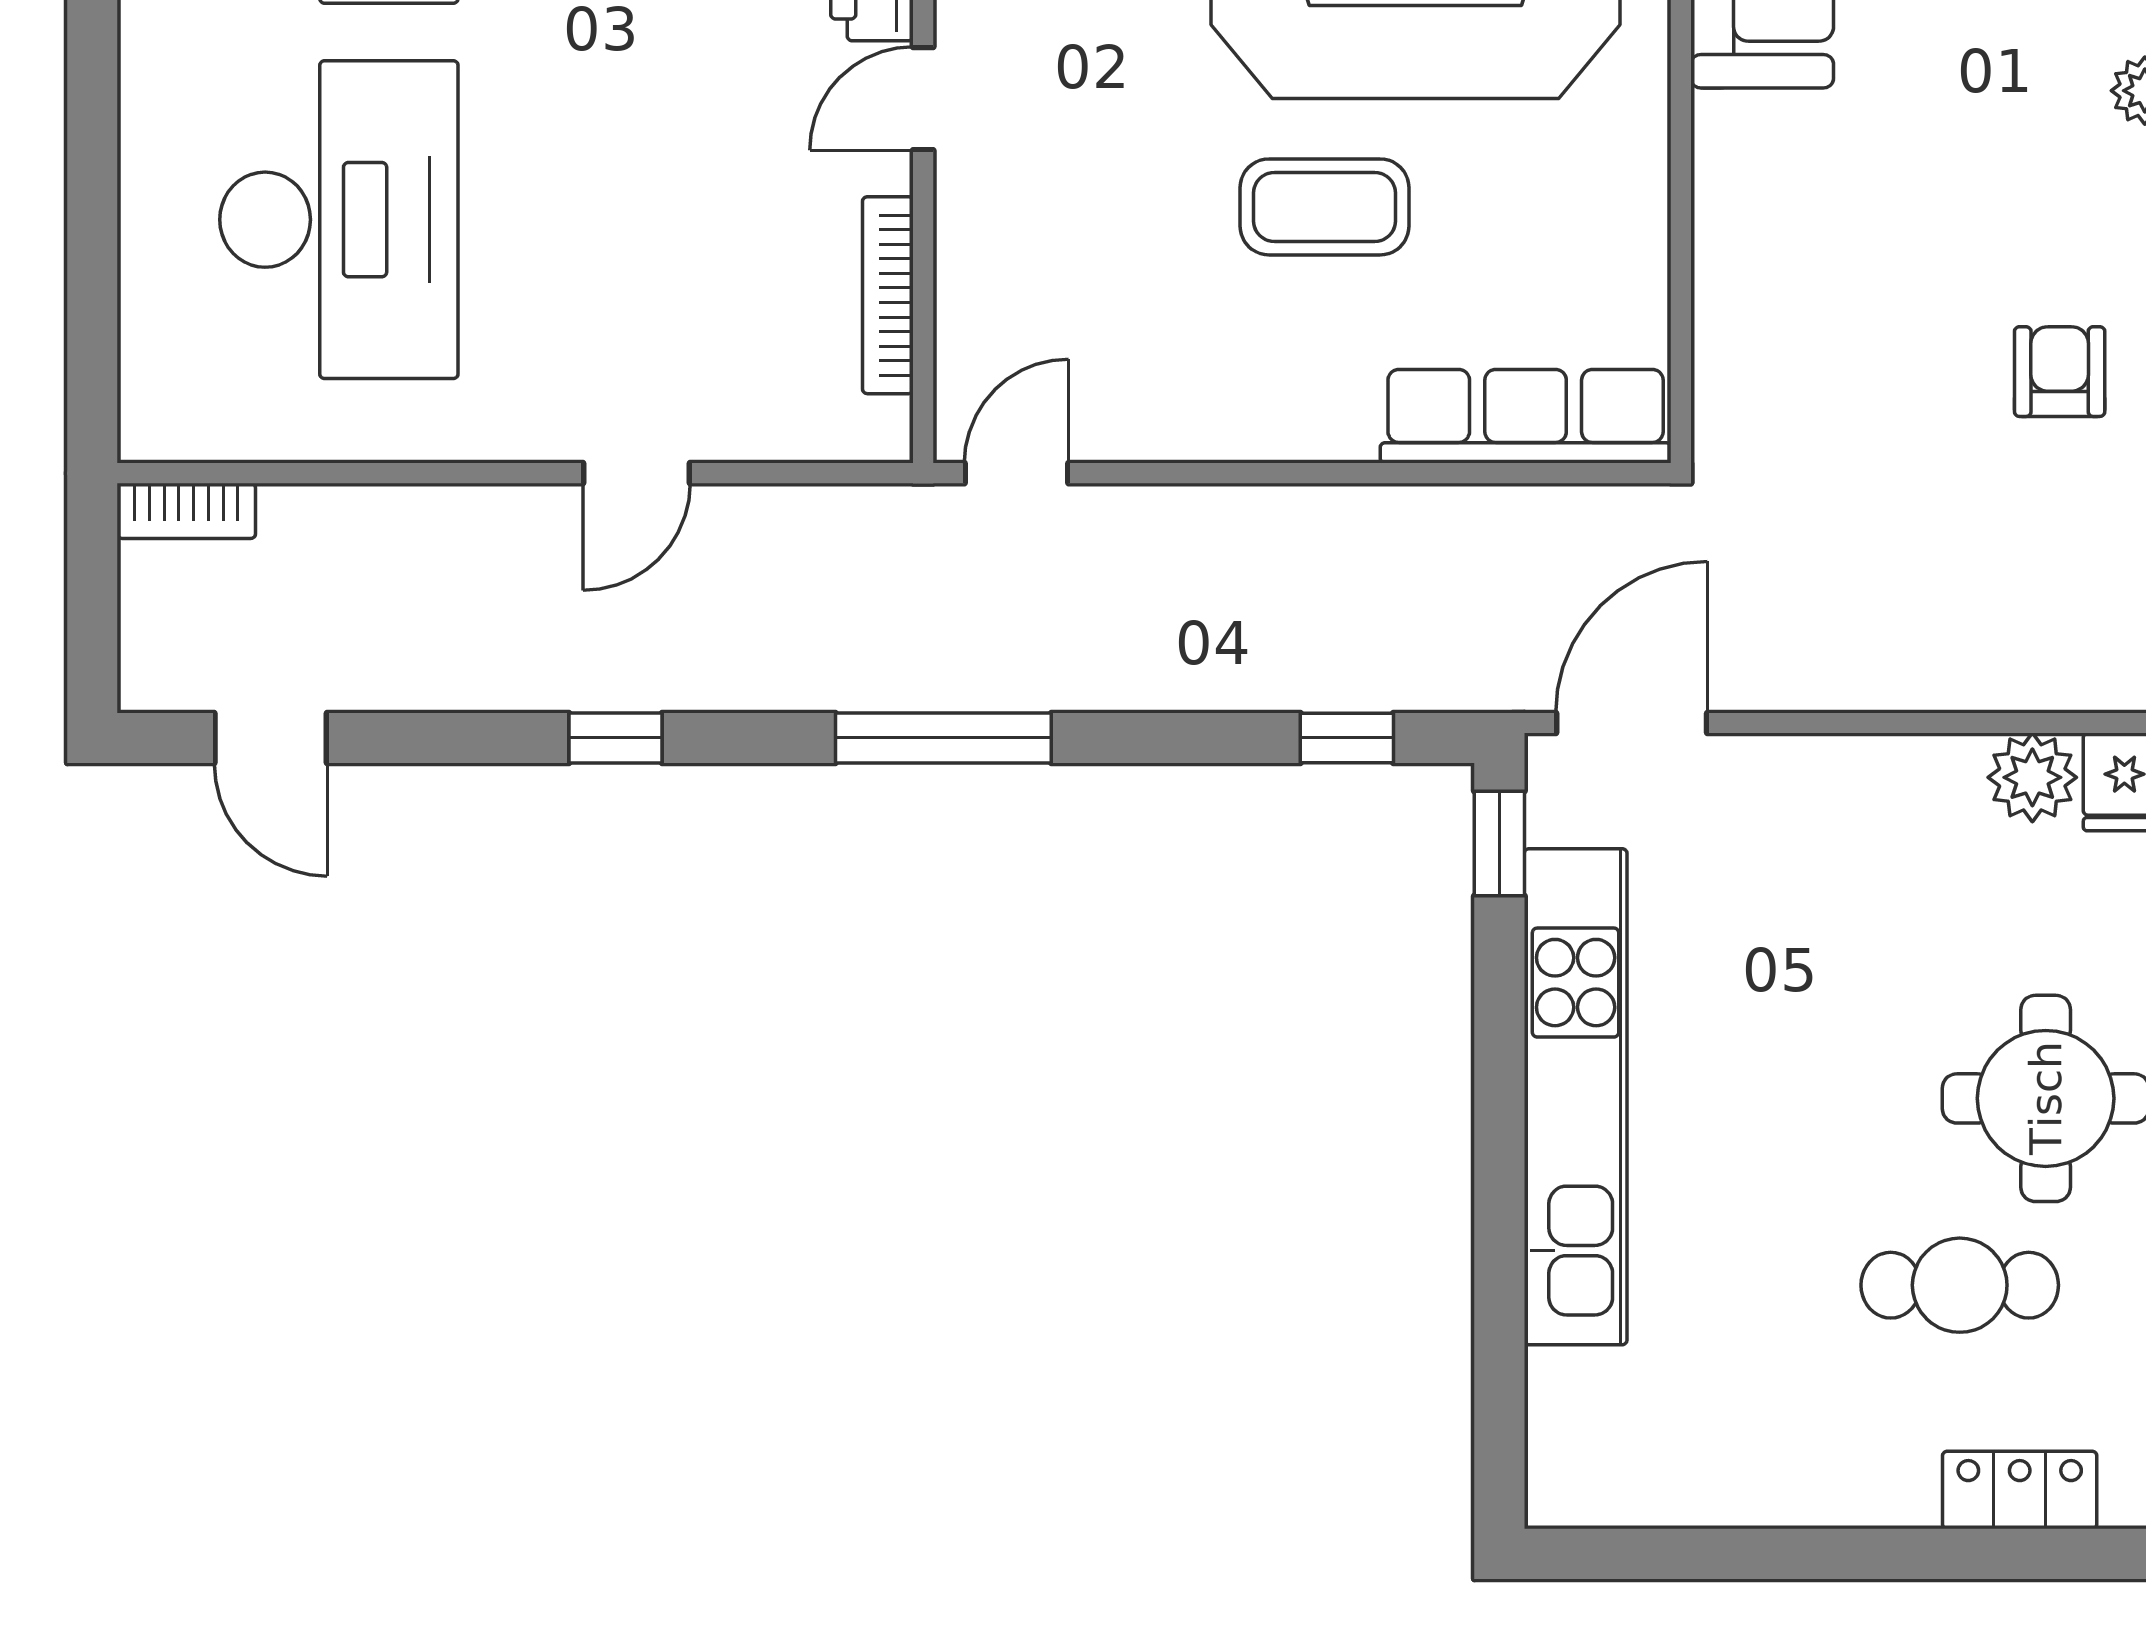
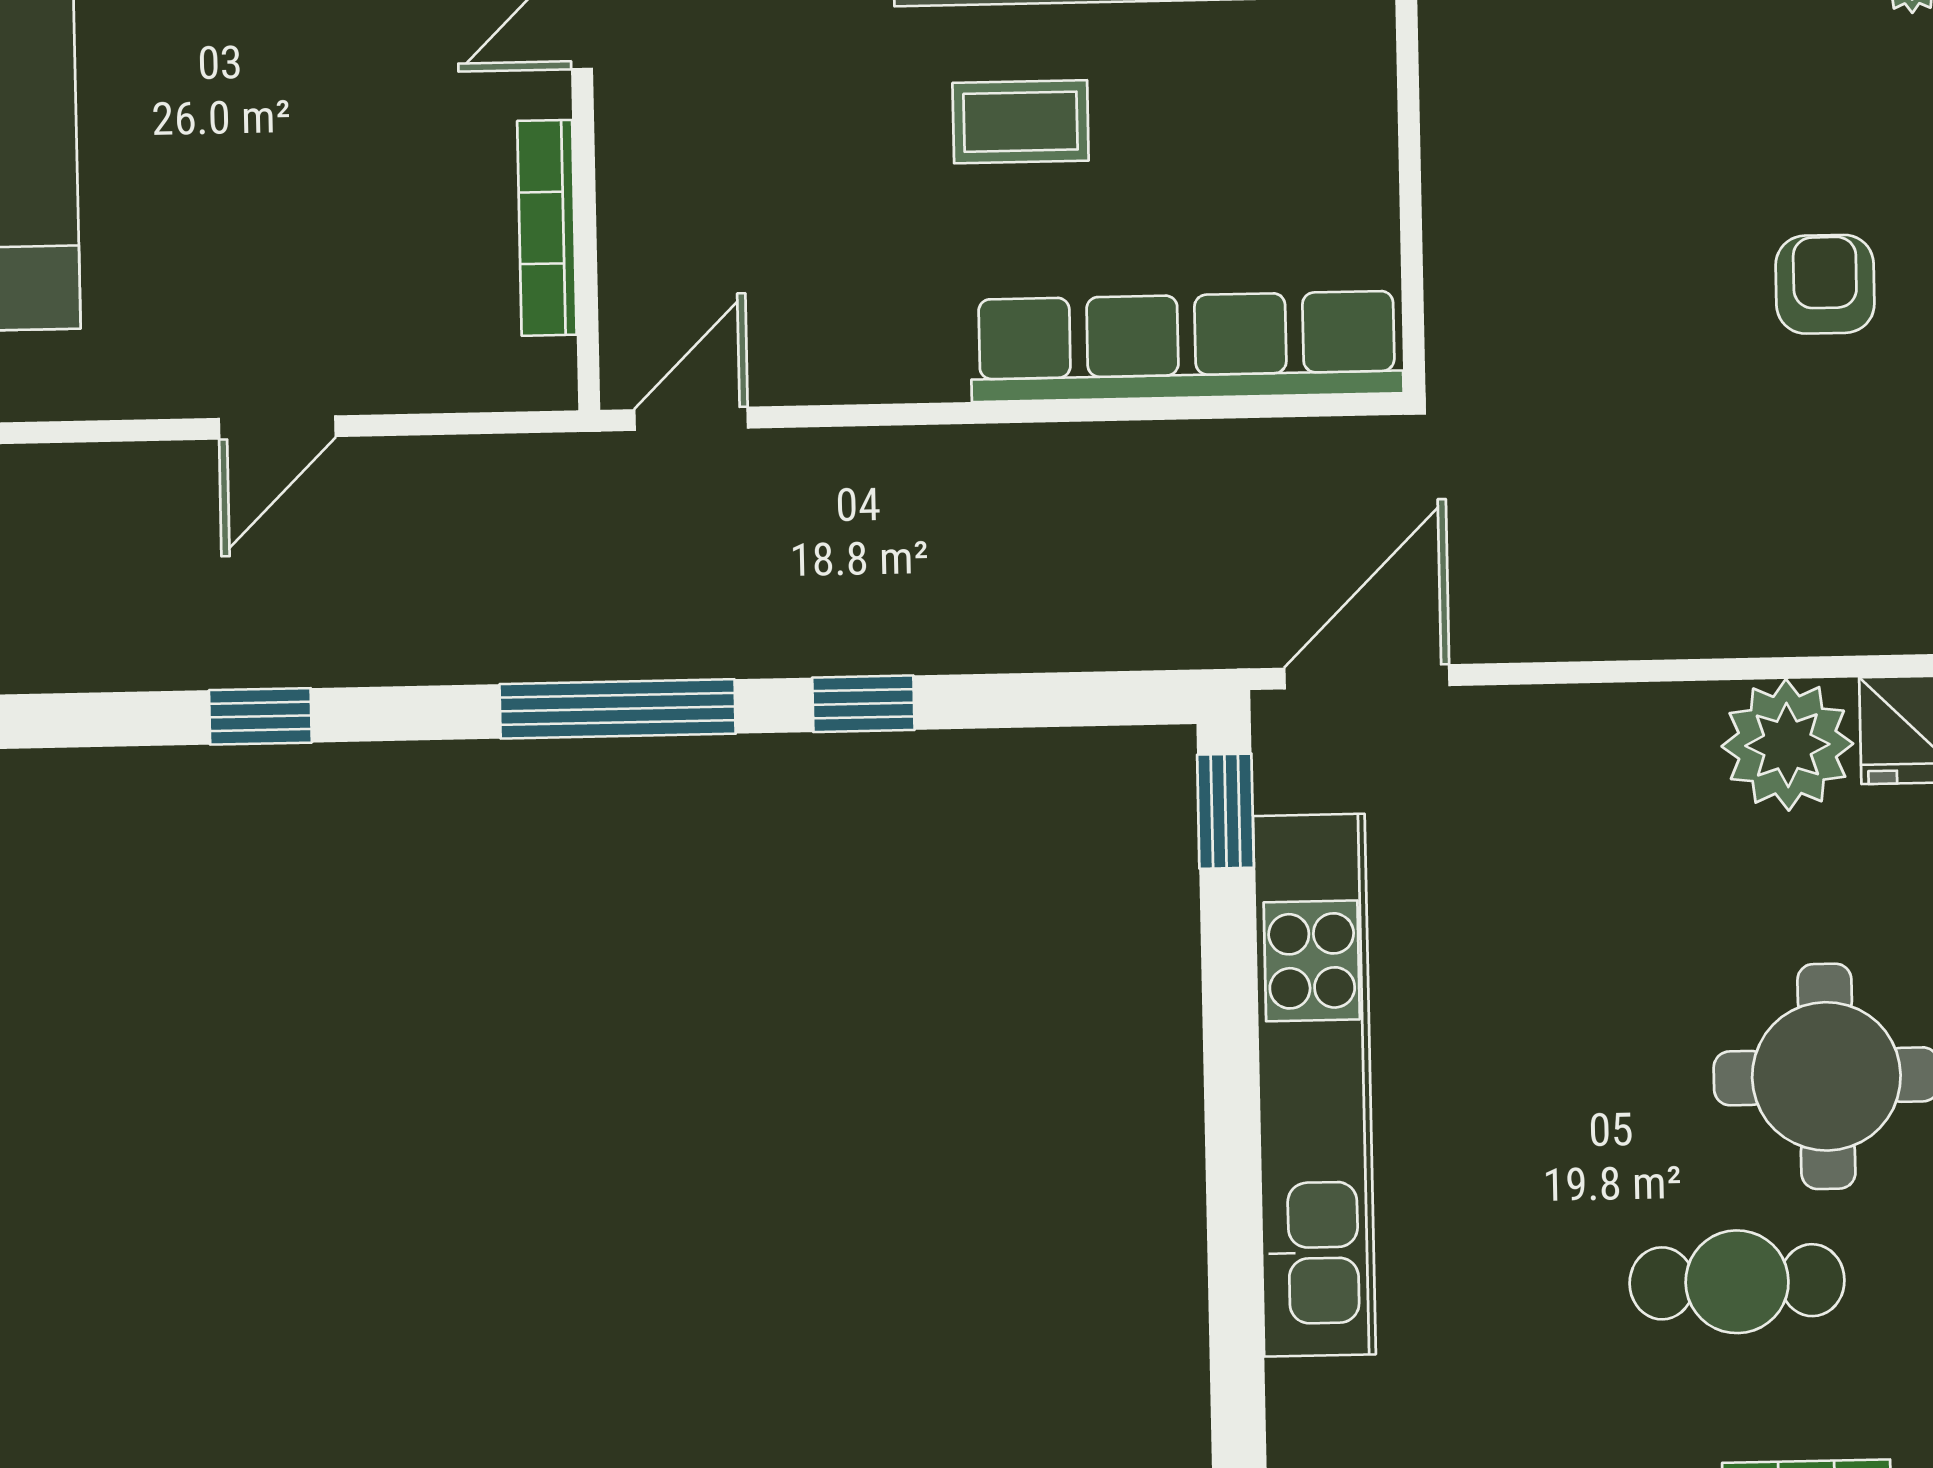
coffee table: (1325, 207) -> (1021, 122), width x0.73, depth x0.77
row of seats: (1526, 416) -> (1187, 346), width x1.36
window: (1347, 738) -> (863, 704), moved
plant: (2032, 777) -> (1787, 745), width x1.36, depth x1.36

